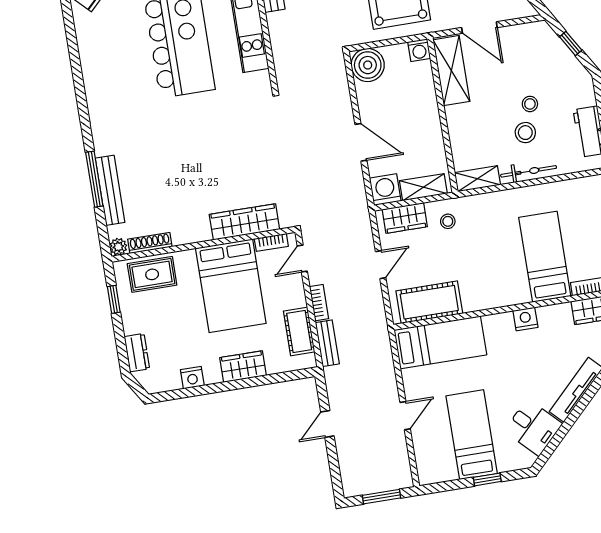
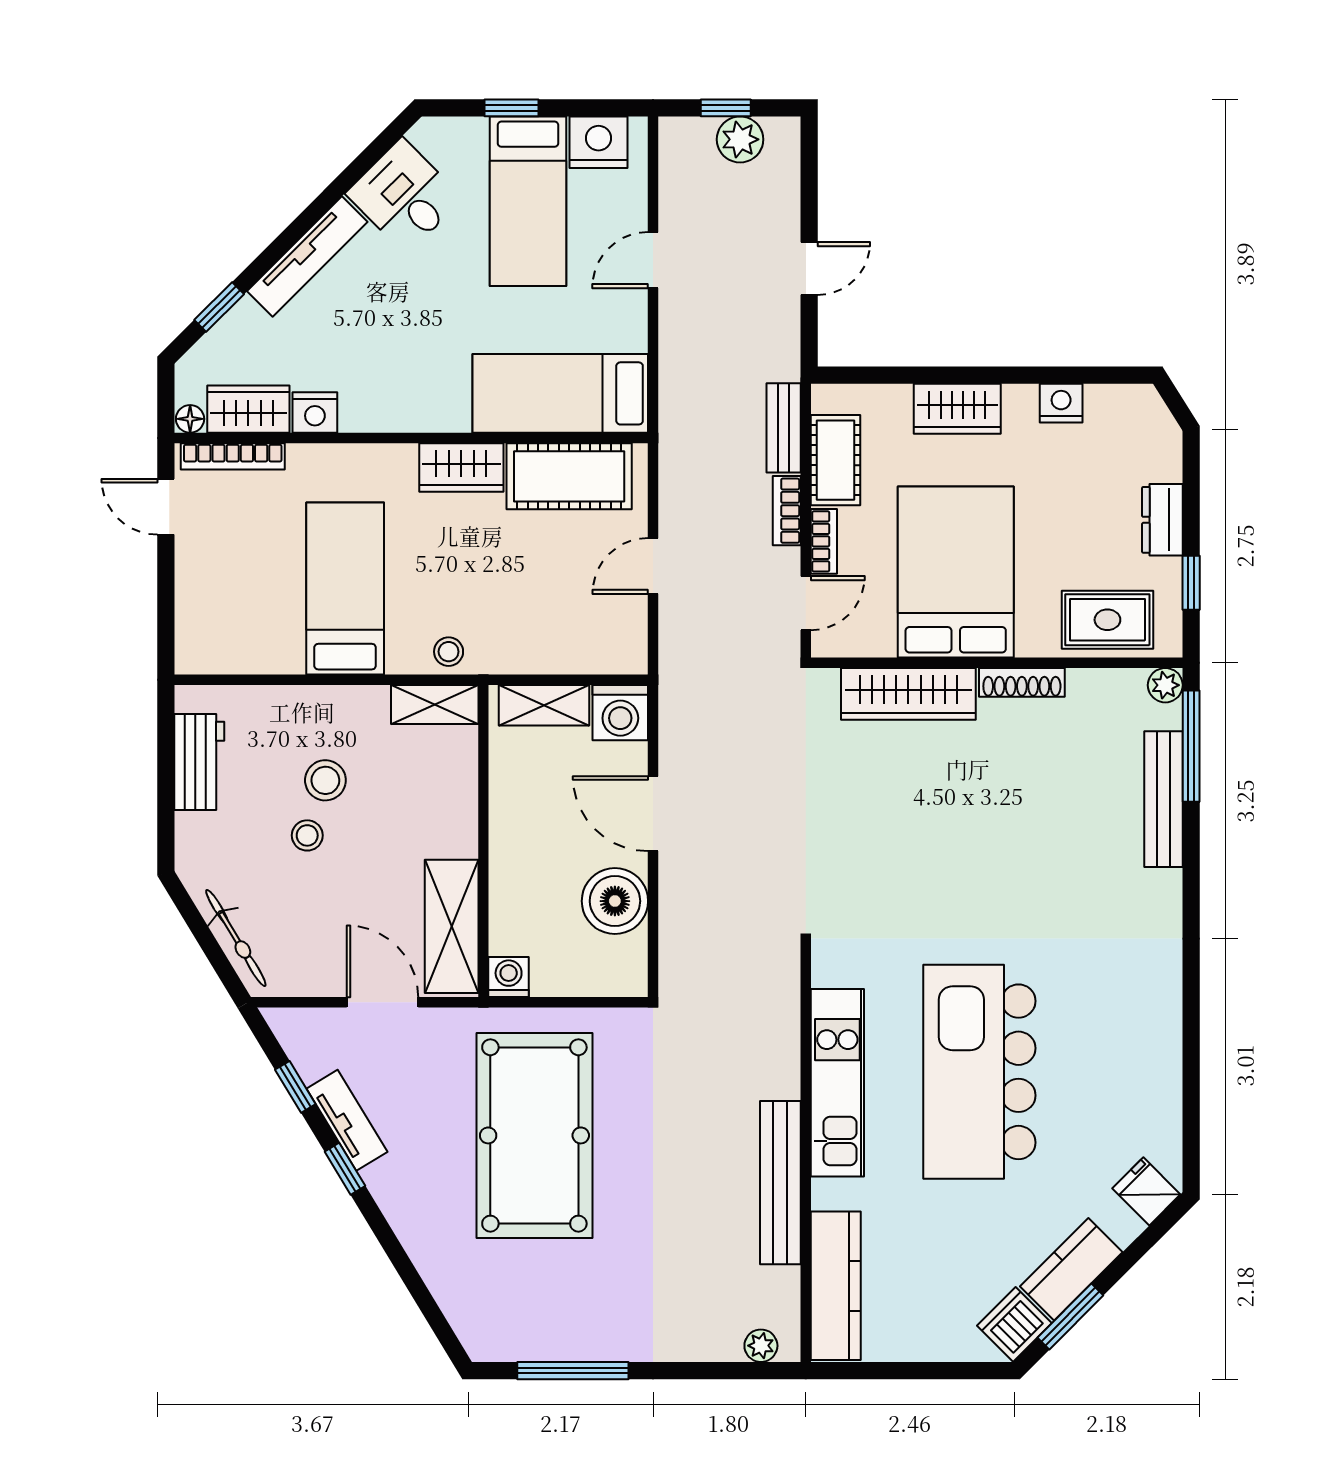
window: (571, 43) -> (207, 942), removed
boiler: (368, 65) -> (615, 901), moved
bicycle: (529, 171) -> (236, 938), moved, turned -121
window: (94, 179) -> (1191, 746), moved
wardrobe: (405, 218) -> (461, 467), moved, turned 180
stool: (448, 221) -> (449, 652), moved
bookcase: (271, 242) -> (824, 541), moved, turned 90
shoe rack: (150, 243) -> (1022, 682), moved
bed: (545, 257) -> (345, 589), moved, turned 180
nightstand: (525, 319) -> (315, 412), moved
dresser: (137, 353) -> (1162, 520), moved
nightstand: (442, 469) -> (599, 142), added
plant: (372, 482) -> (740, 139), added
window: (381, 497) -> (726, 108), width x0.67

